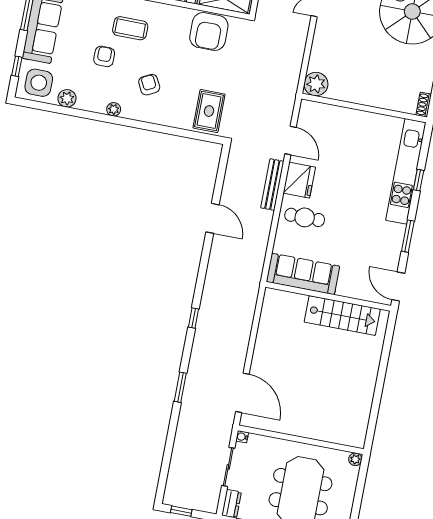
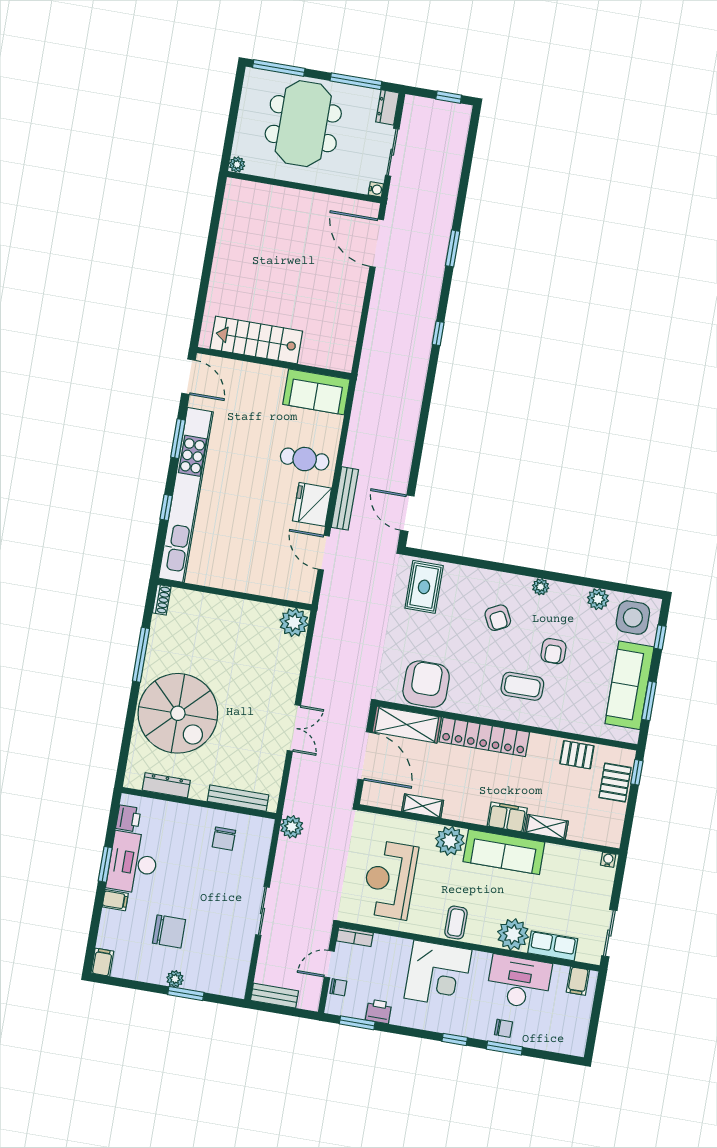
kitchen unit: (406, 171) -> (186, 495), width x1.36
door: (213, 218) -> (407, 513), moved
sofa: (303, 274) -> (316, 392), width x0.73

